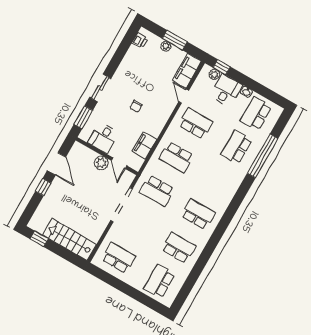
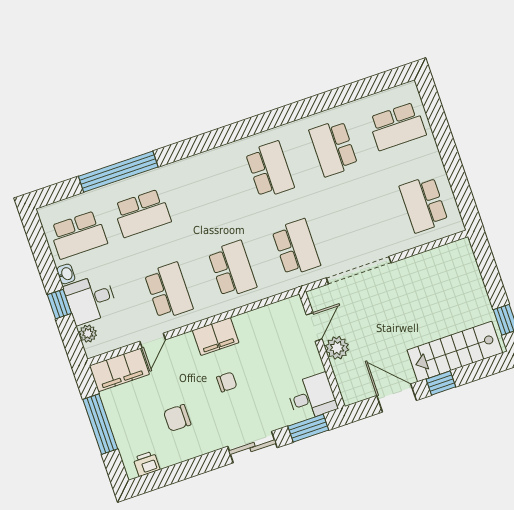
window: (175, 40) -> (100, 424), width x1.44
plant: (166, 46) -> (119, 426), removed
window: (222, 67) -> (59, 304), moved
chair: (144, 72) -> (177, 418), added
school desk: (196, 124) -> (169, 291), turned 180
desk: (103, 138) -> (312, 397), moved
filing cabinet: (144, 145) -> (216, 336), moved
door: (57, 164) -> (397, 398), hinge flipped
school desk: (198, 214) -> (270, 170), turned 180
stairs: (70, 240) -> (455, 352), moved, turned 90

